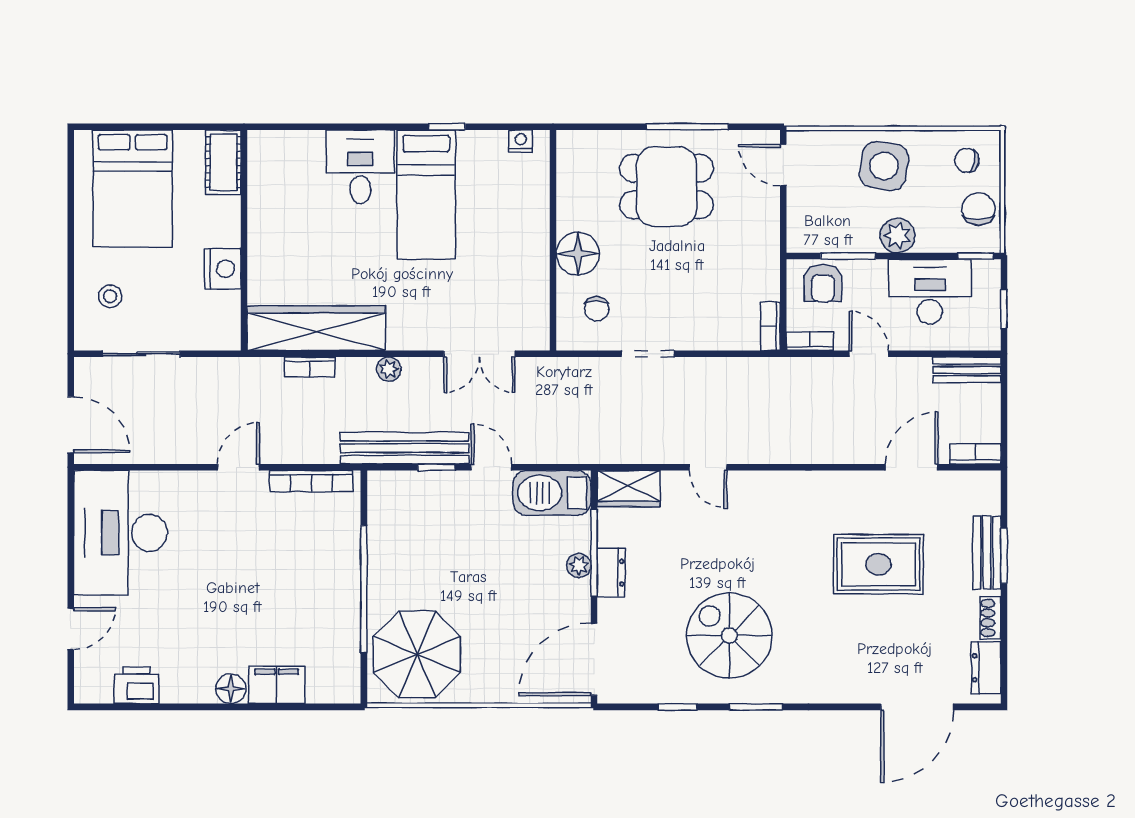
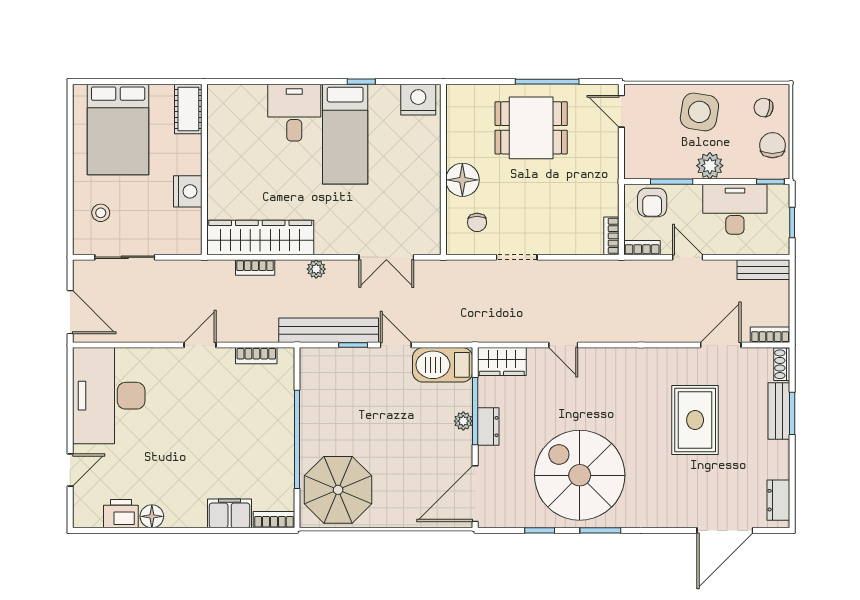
nightstand: (521, 141) -> (418, 100), width x1.89, depth x1.79
bookcase: (311, 481) -> (256, 356), width x0.64
rug: (878, 564) -> (695, 420), turned 90
shoe rack: (990, 618) -> (782, 364), moved
spiral stairs: (729, 636) -> (580, 475), width x1.37, depth x1.37
floor lamp: (231, 689) -> (152, 516), moved
bookcase: (334, 693) -> (274, 520), added

